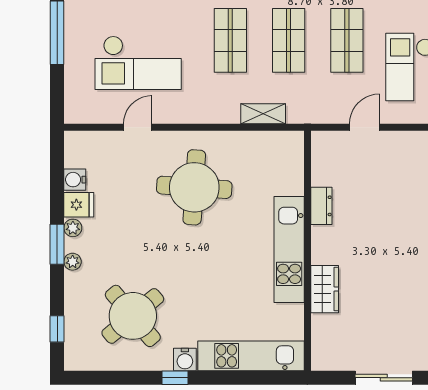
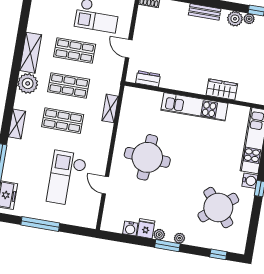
checkout: (138, 63) -> (67, 178), turned 180
dresser: (321, 206) -> (148, 79), moved

